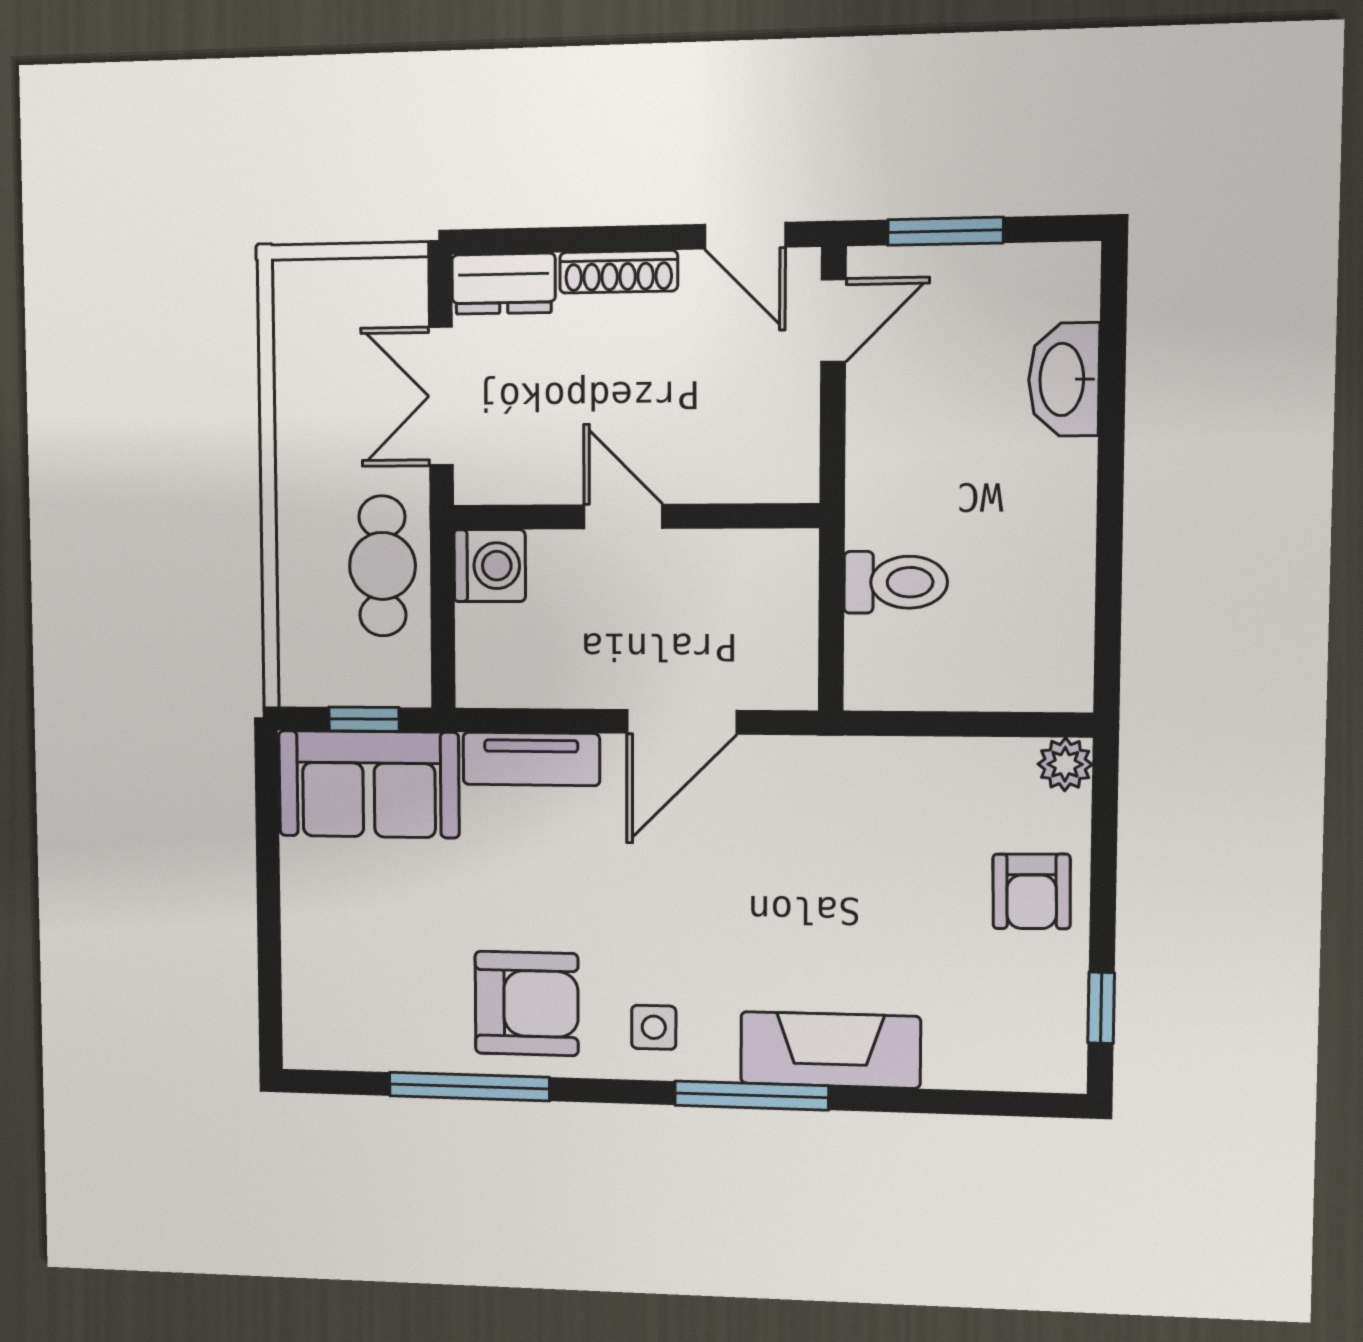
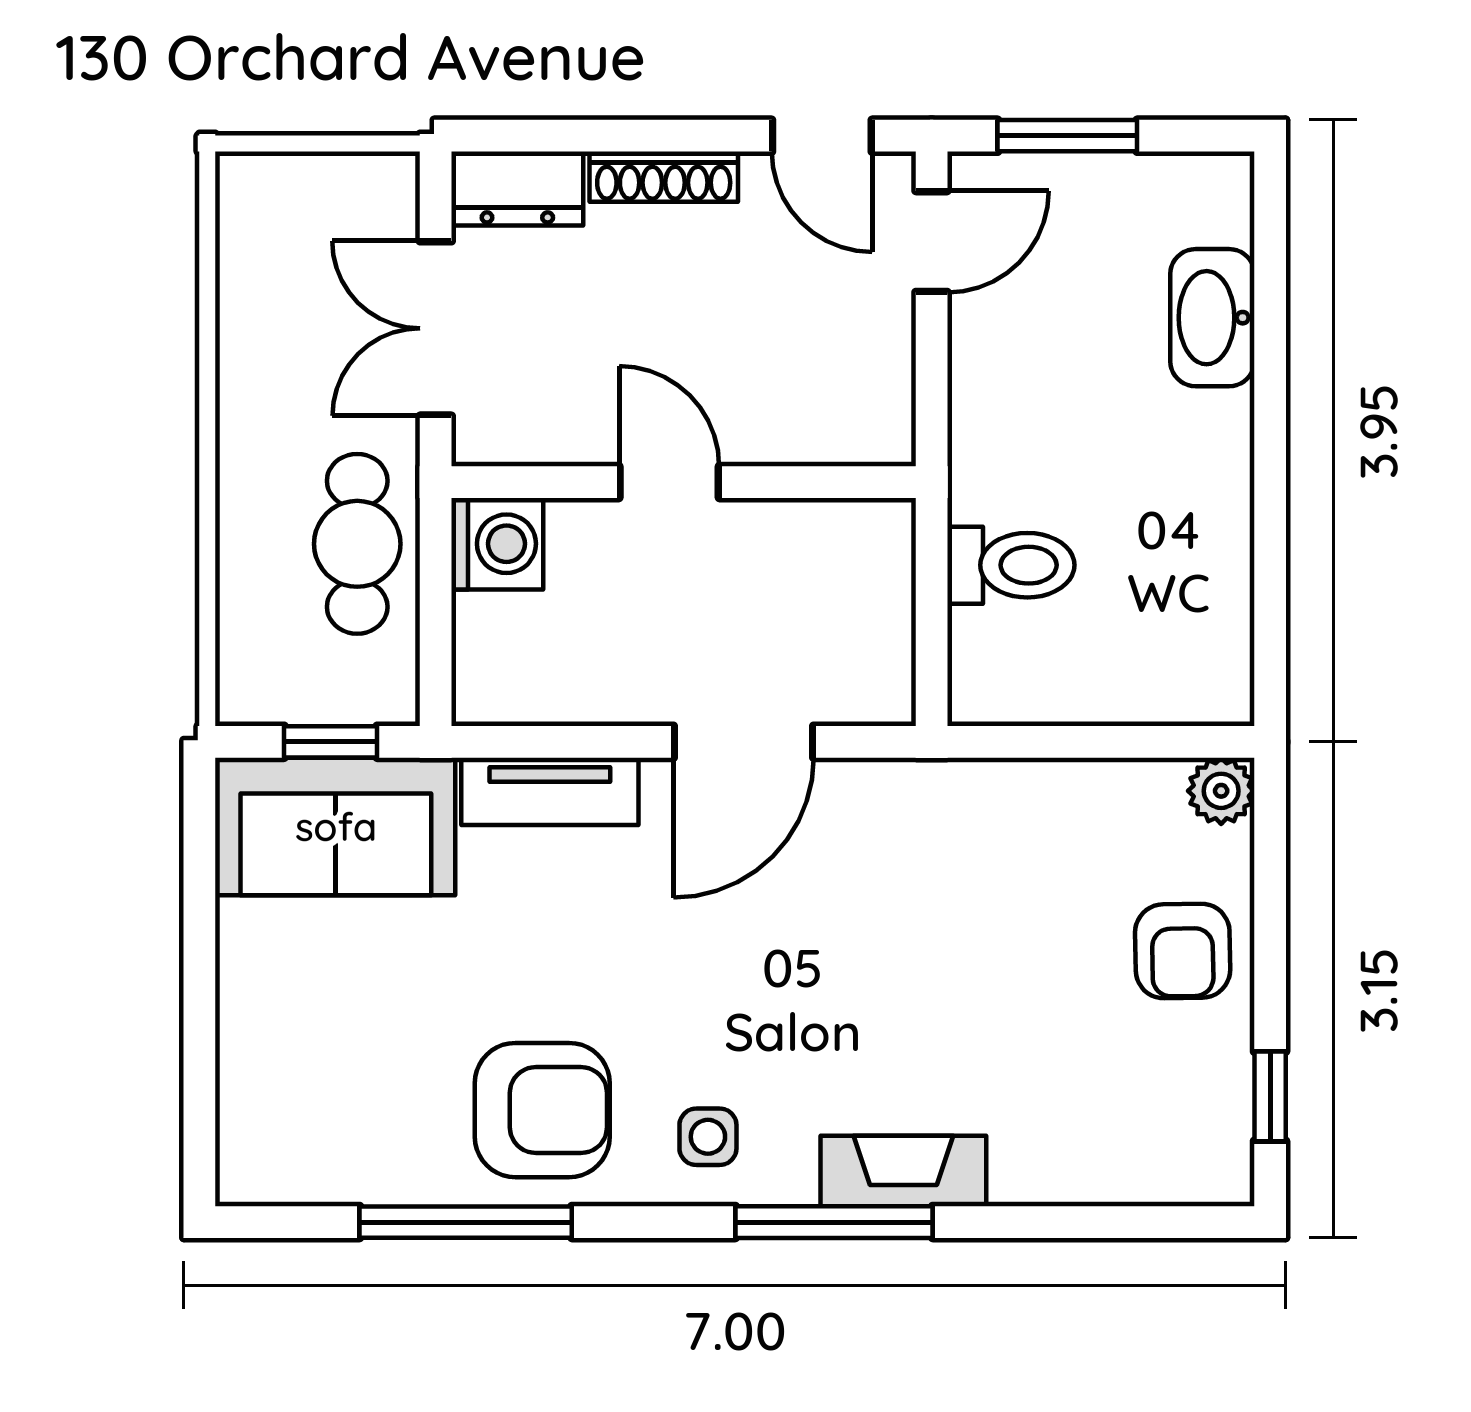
fireplace: (830, 1050) -> (903, 1171), width x0.73, depth x0.76

